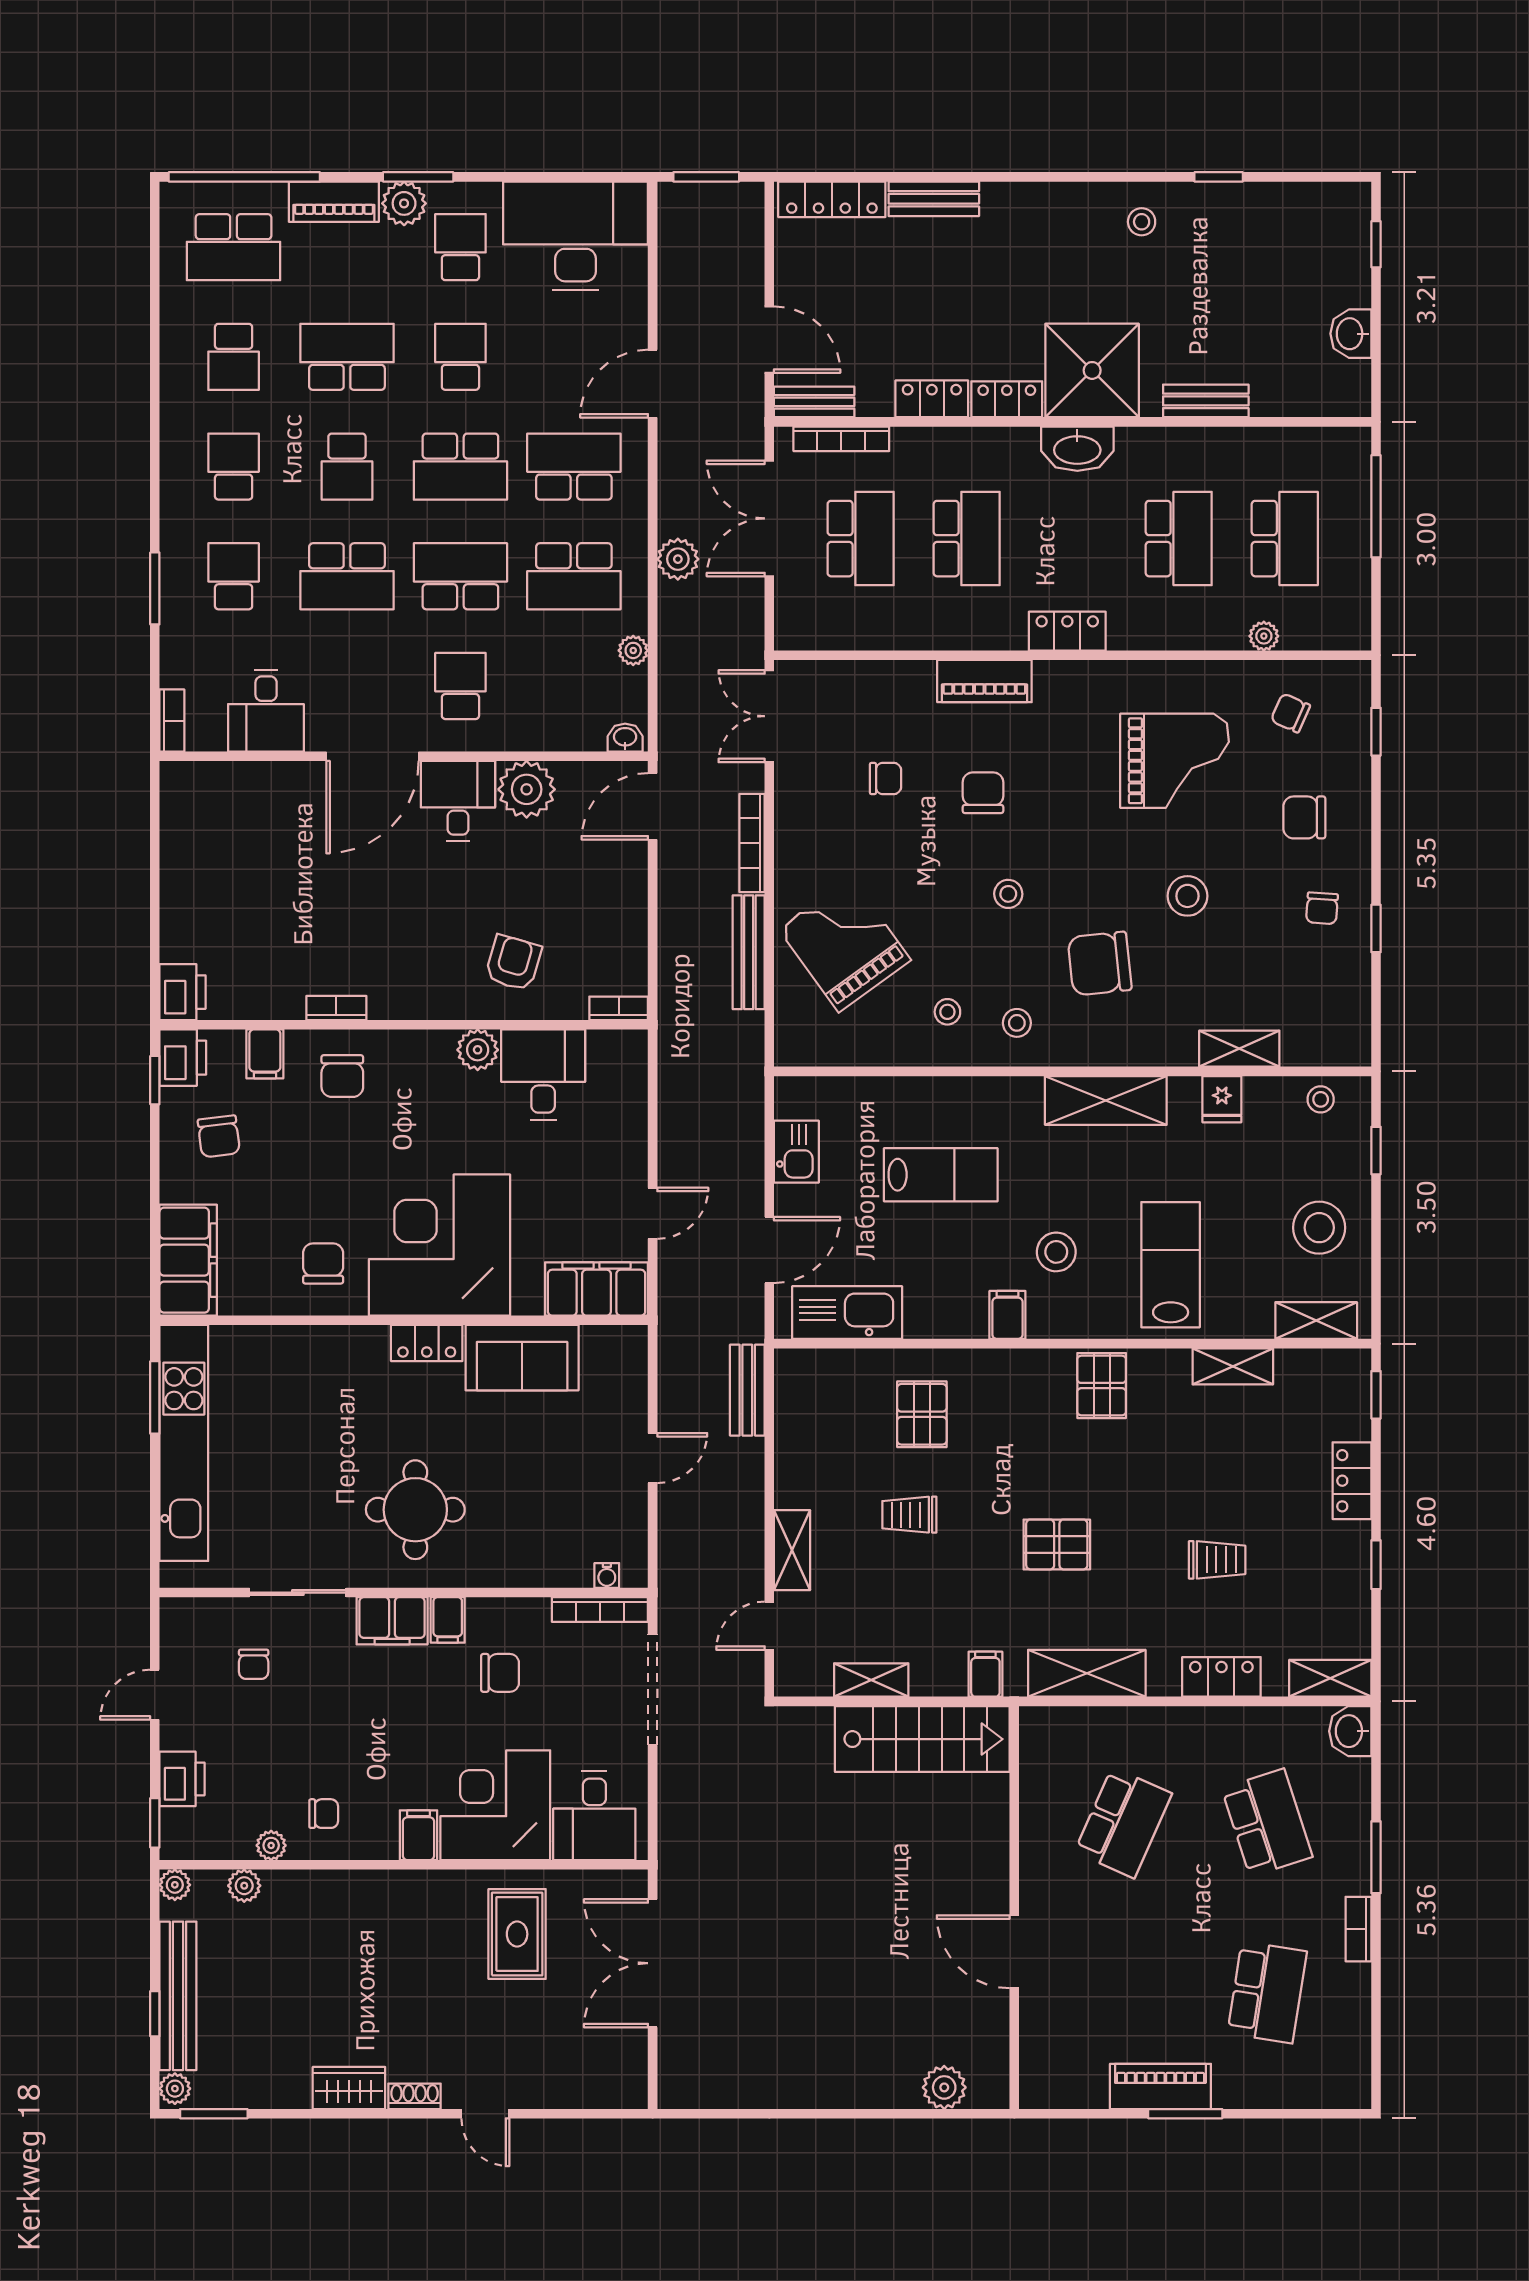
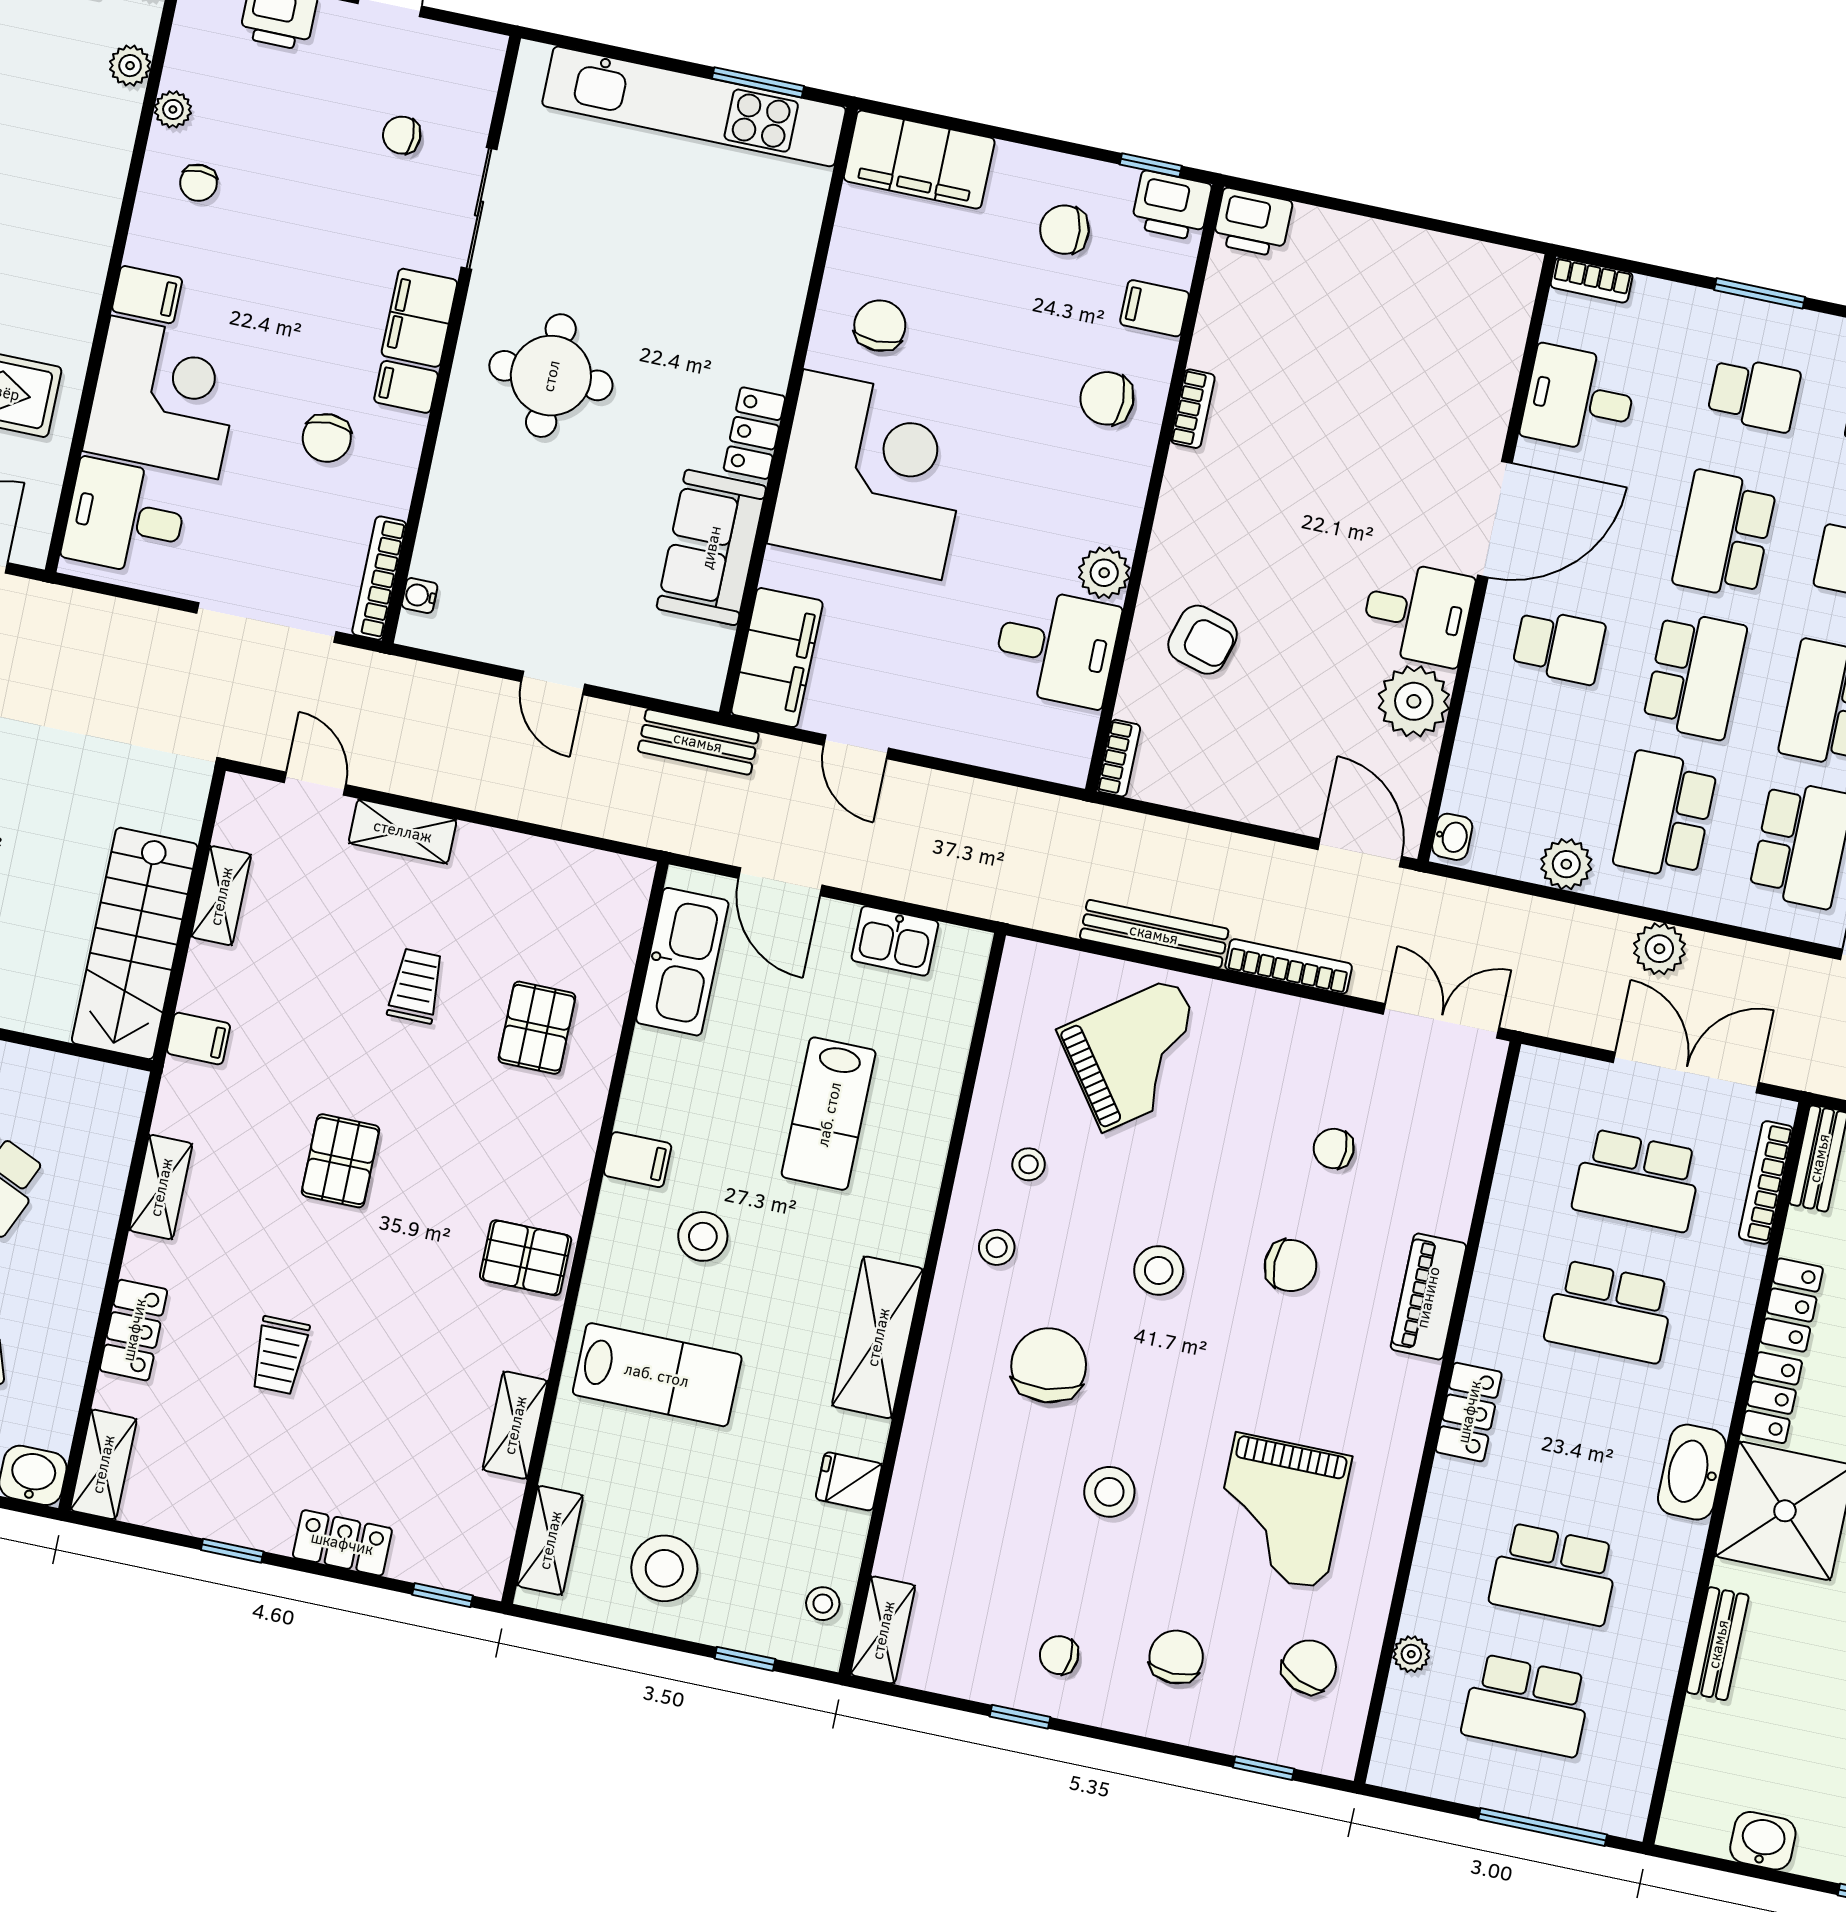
plant: (633, 650) -> (1566, 864), width x1.38, depth x1.38
chair: (1290, 713) -> (1309, 1667), width x1.37, depth x1.37
door: (373, 756) -> (1495, 519), swing flipped
chair: (885, 778) -> (1334, 1149), turned 90
stool: (1008, 894) -> (1159, 1270), width x1.37, depth x1.37
shelving: (1239, 1049) -> (883, 1630), moved
chair: (323, 1264) -> (880, 326), turned -90
bench: (747, 1390) -> (698, 742), moved
pallet: (922, 1414) -> (537, 1028), turned 90
shelving: (1087, 1673) -> (161, 1187), width x0.67, depth x0.75

